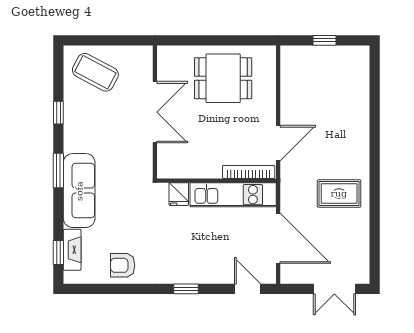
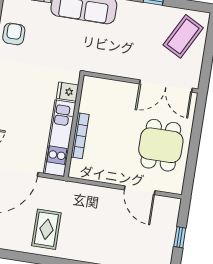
double door: (155, 112) -> (166, 86), moved
door: (278, 143) -> (140, 190), moved
bookcase: (249, 172) -> (80, 136), moved

